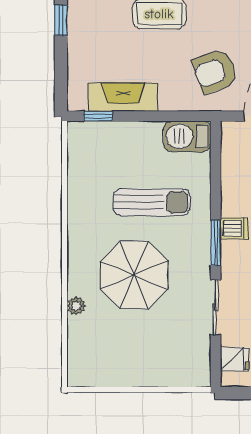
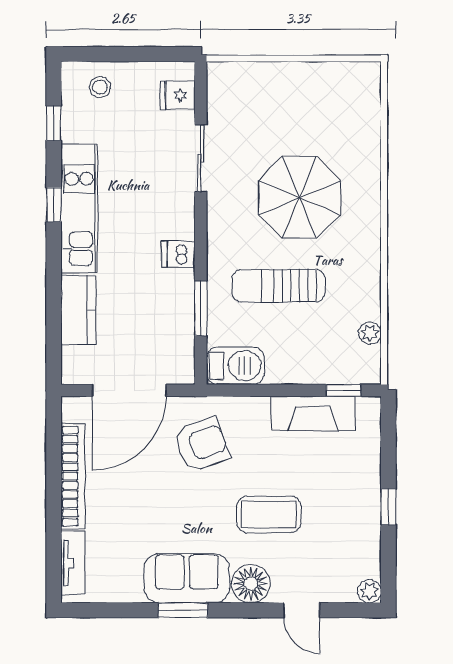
window: (216, 243) -> (201, 308), moved
plant: (76, 306) -> (370, 333), moved

